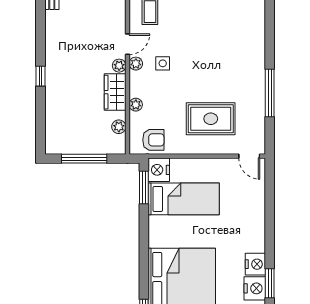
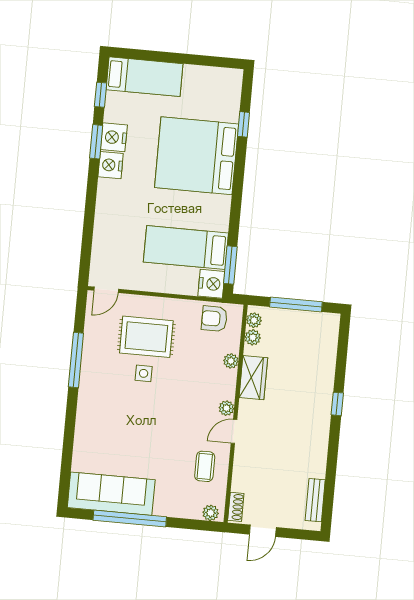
side table: (163, 63) -> (144, 373), moved
plant: (119, 66) -> (254, 320), moved
door: (249, 156) -> (106, 290), swing flipped

